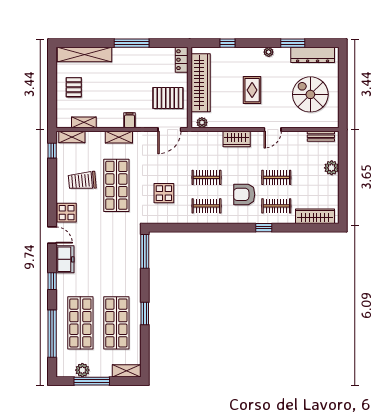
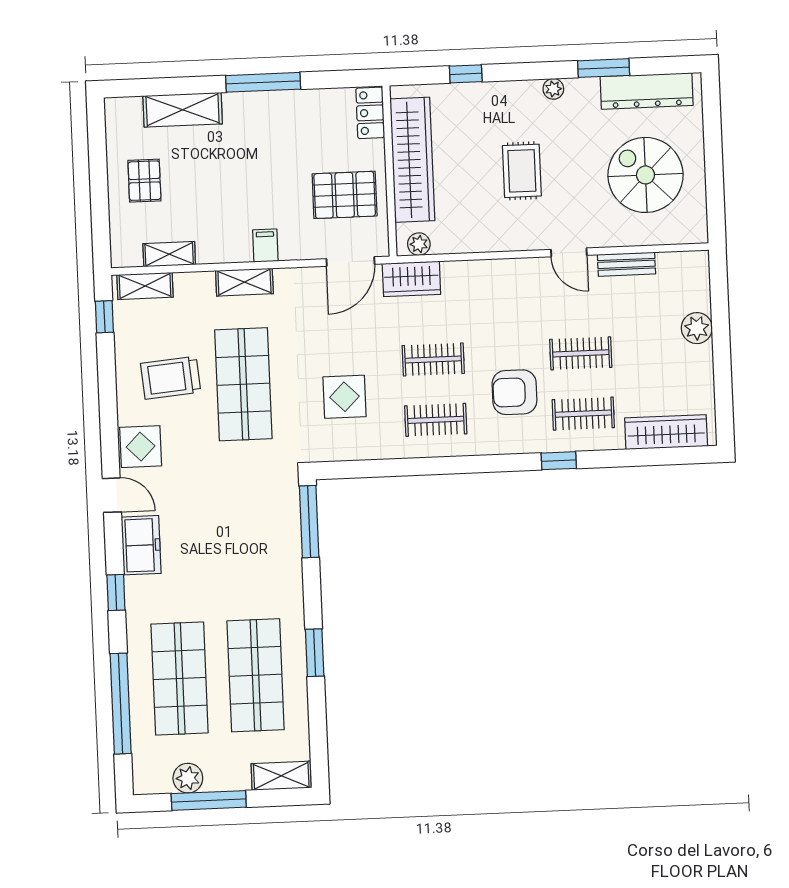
shelving: (84, 55) -> (183, 110), width x0.68
door: (273, 129) -> (569, 252), hinge flipped
bench: (321, 136) -> (626, 264), moved
wardrobe: (237, 139) -> (411, 279), moved

